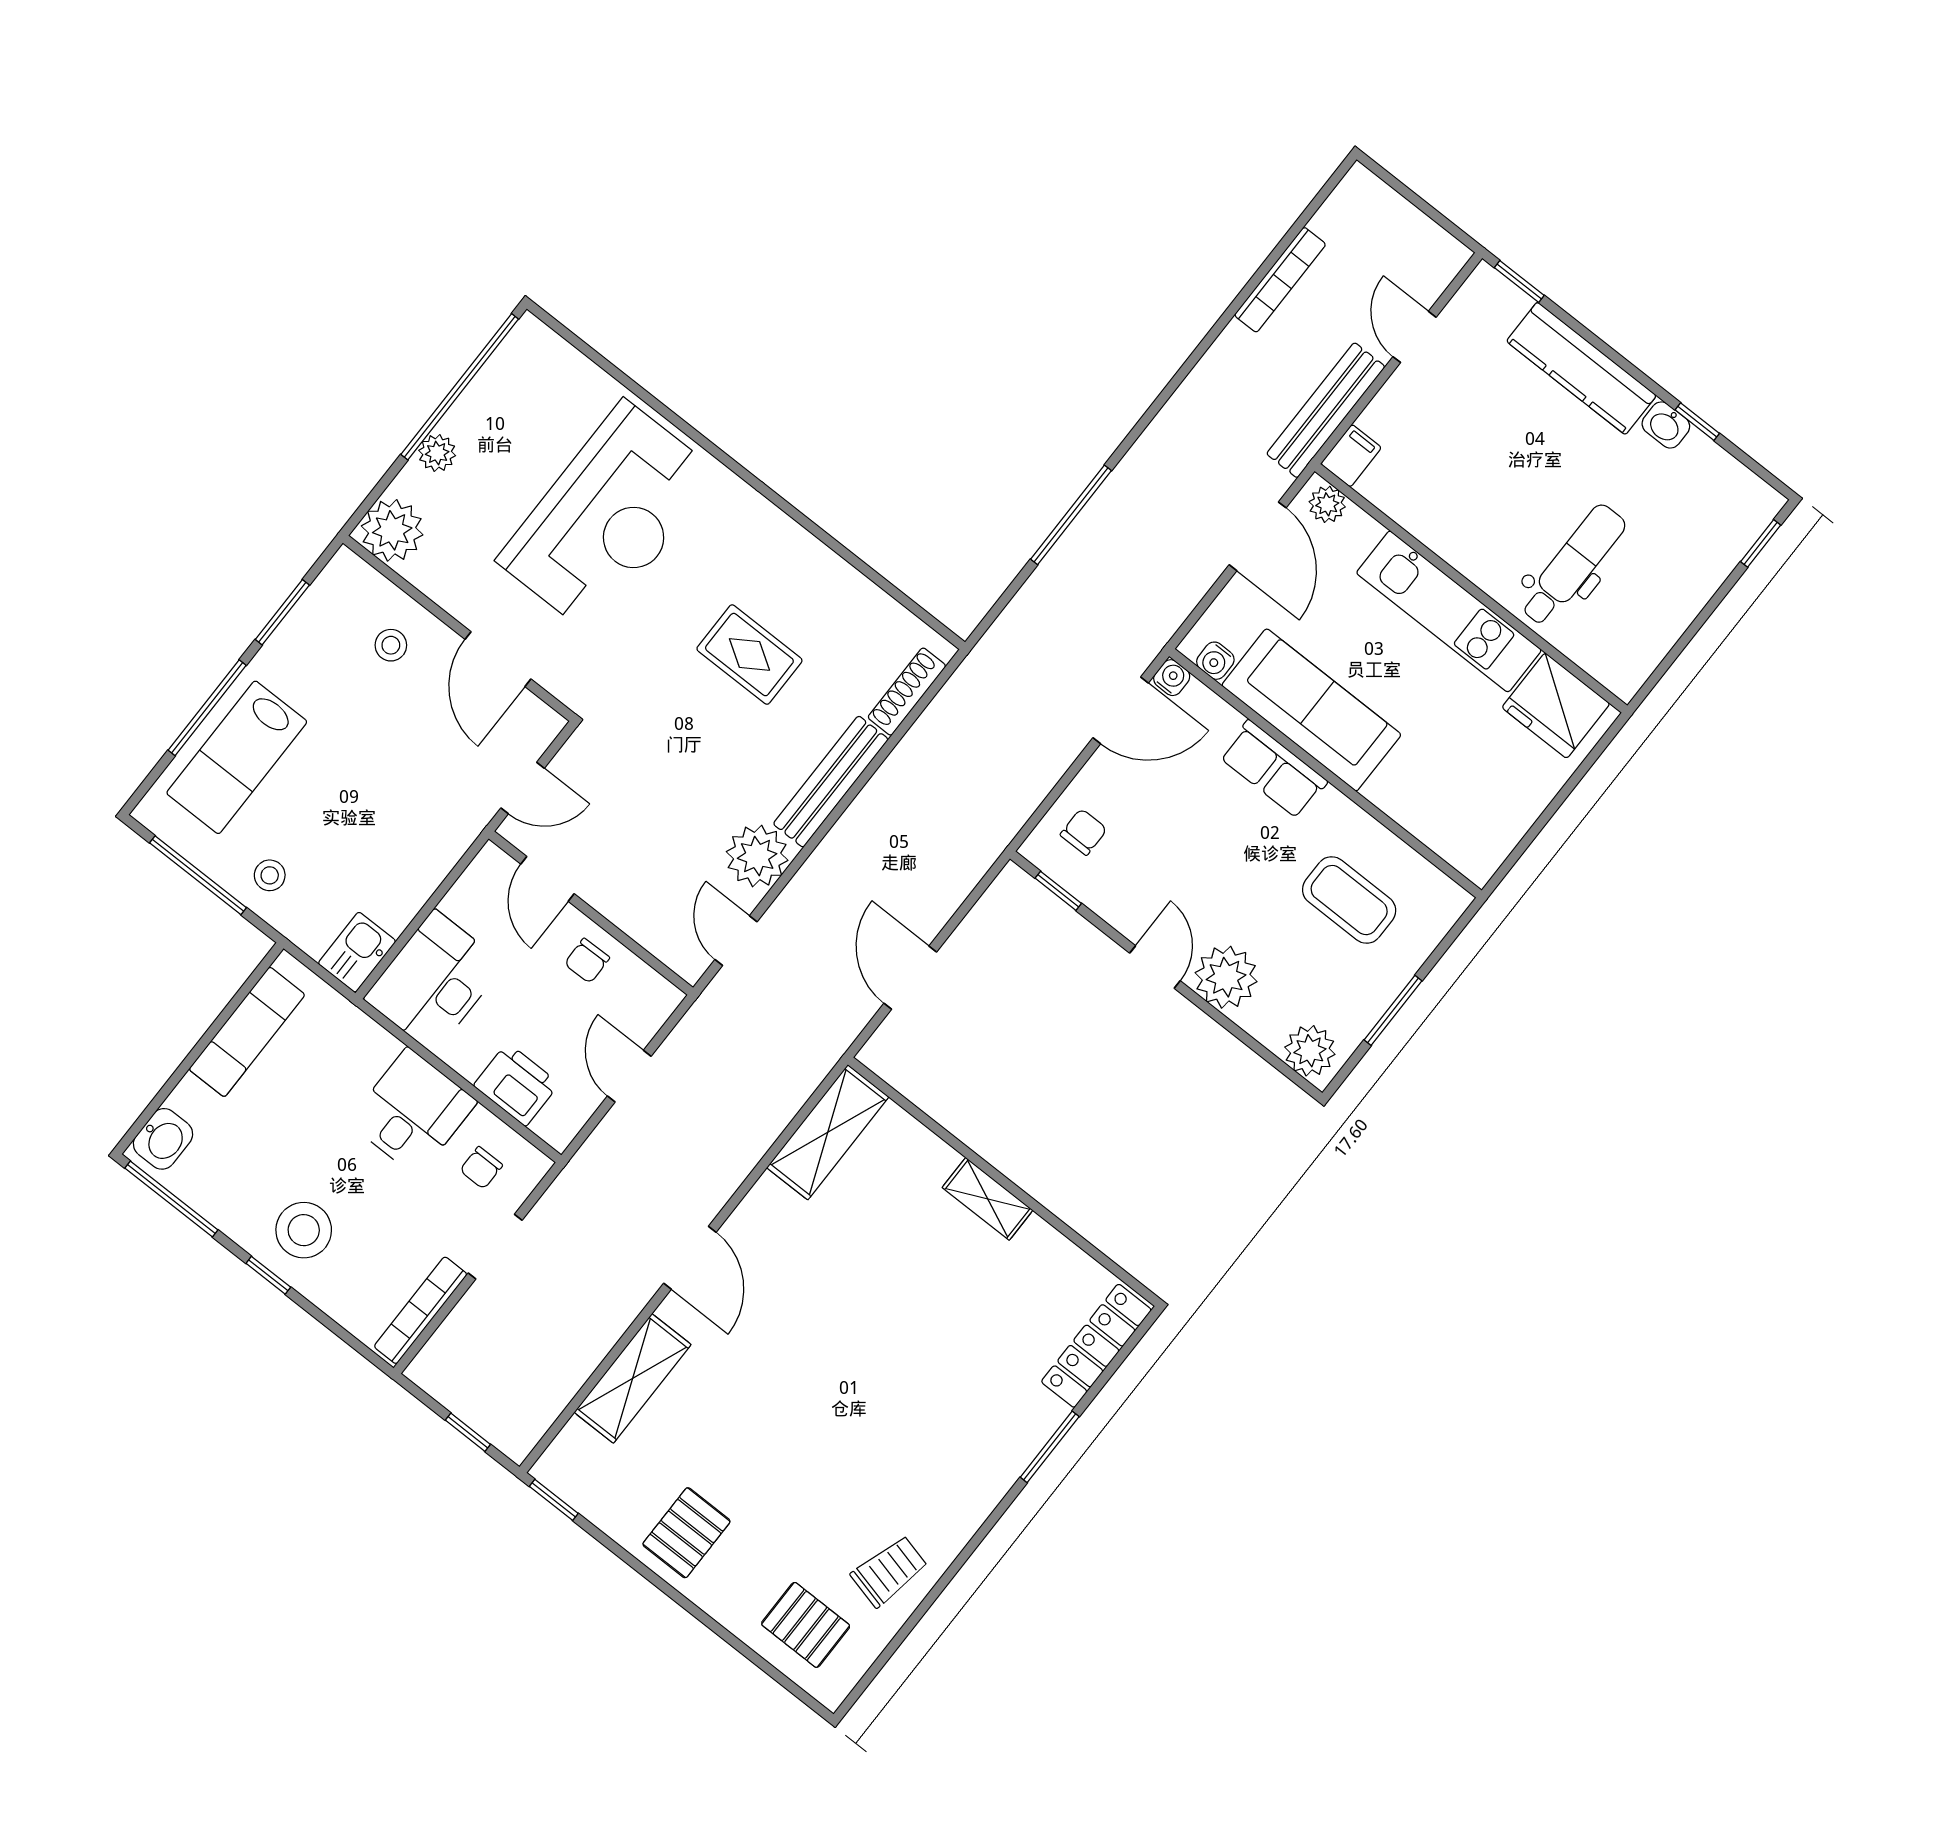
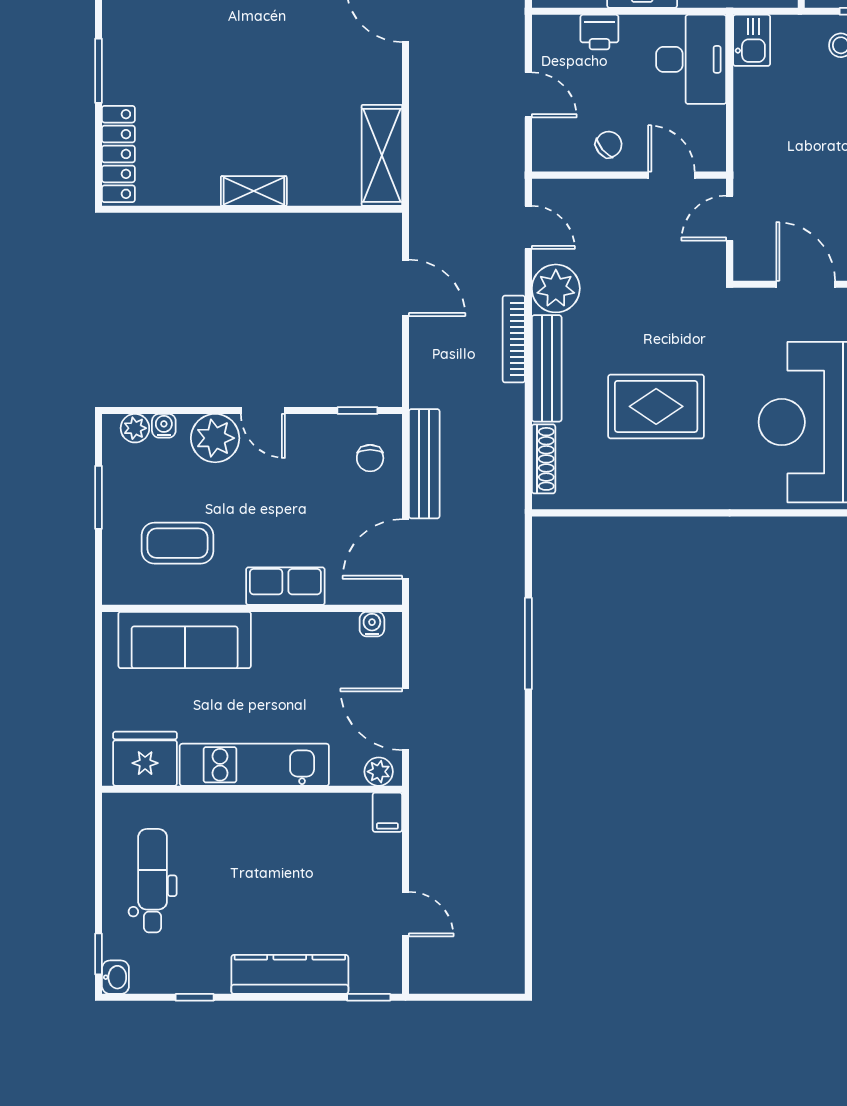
bookcase: (1280, 280) -> (514, 339), moved
bench: (1326, 410) -> (424, 464), moved
washbasin: (1666, 425) -> (115, 977), moved, turned 90
dental chair: (1573, 565) -> (153, 881), moved, turned 180
rug: (749, 655) -> (656, 406), width x1.36, depth x1.43
water cooler: (1172, 678) -> (164, 426), moved, turned 180
sofa: (1311, 710) -> (185, 640), moved
chair: (587, 961) -> (609, 144), turned 51
plant: (1310, 1051) -> (135, 428), width x0.73, depth x0.73
printer: (516, 1085) -> (599, 32), width x0.73, depth x0.81

